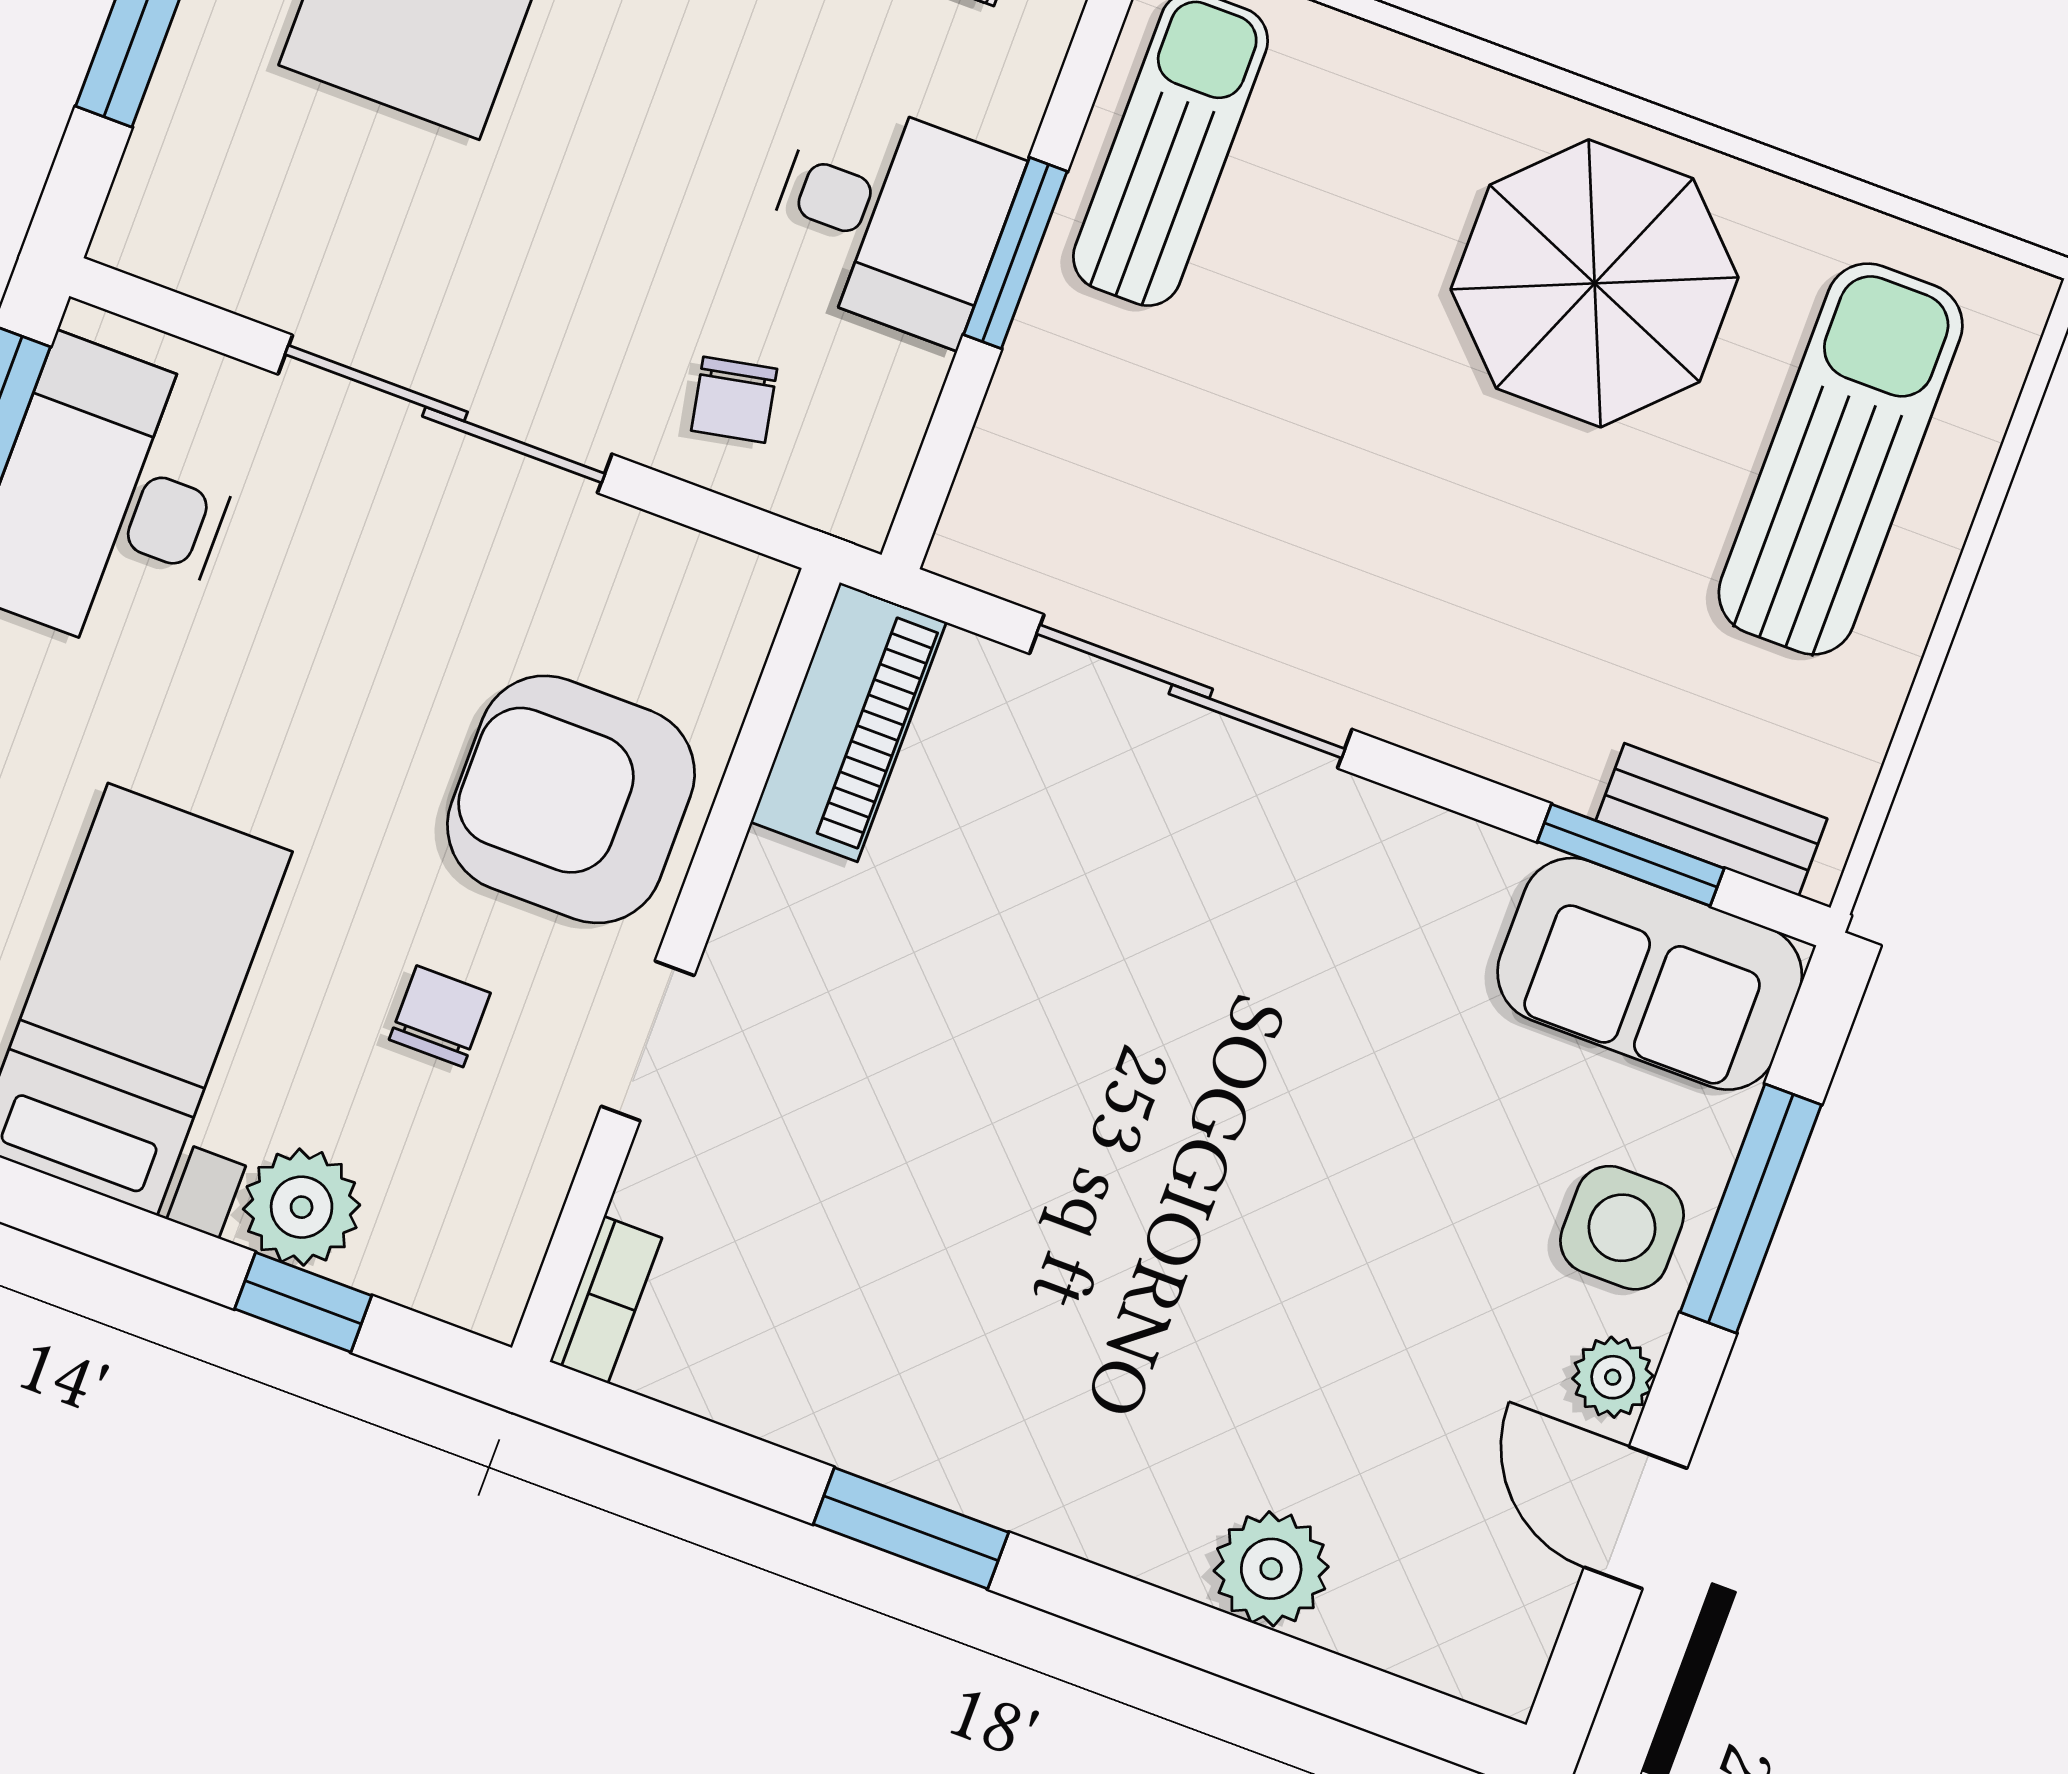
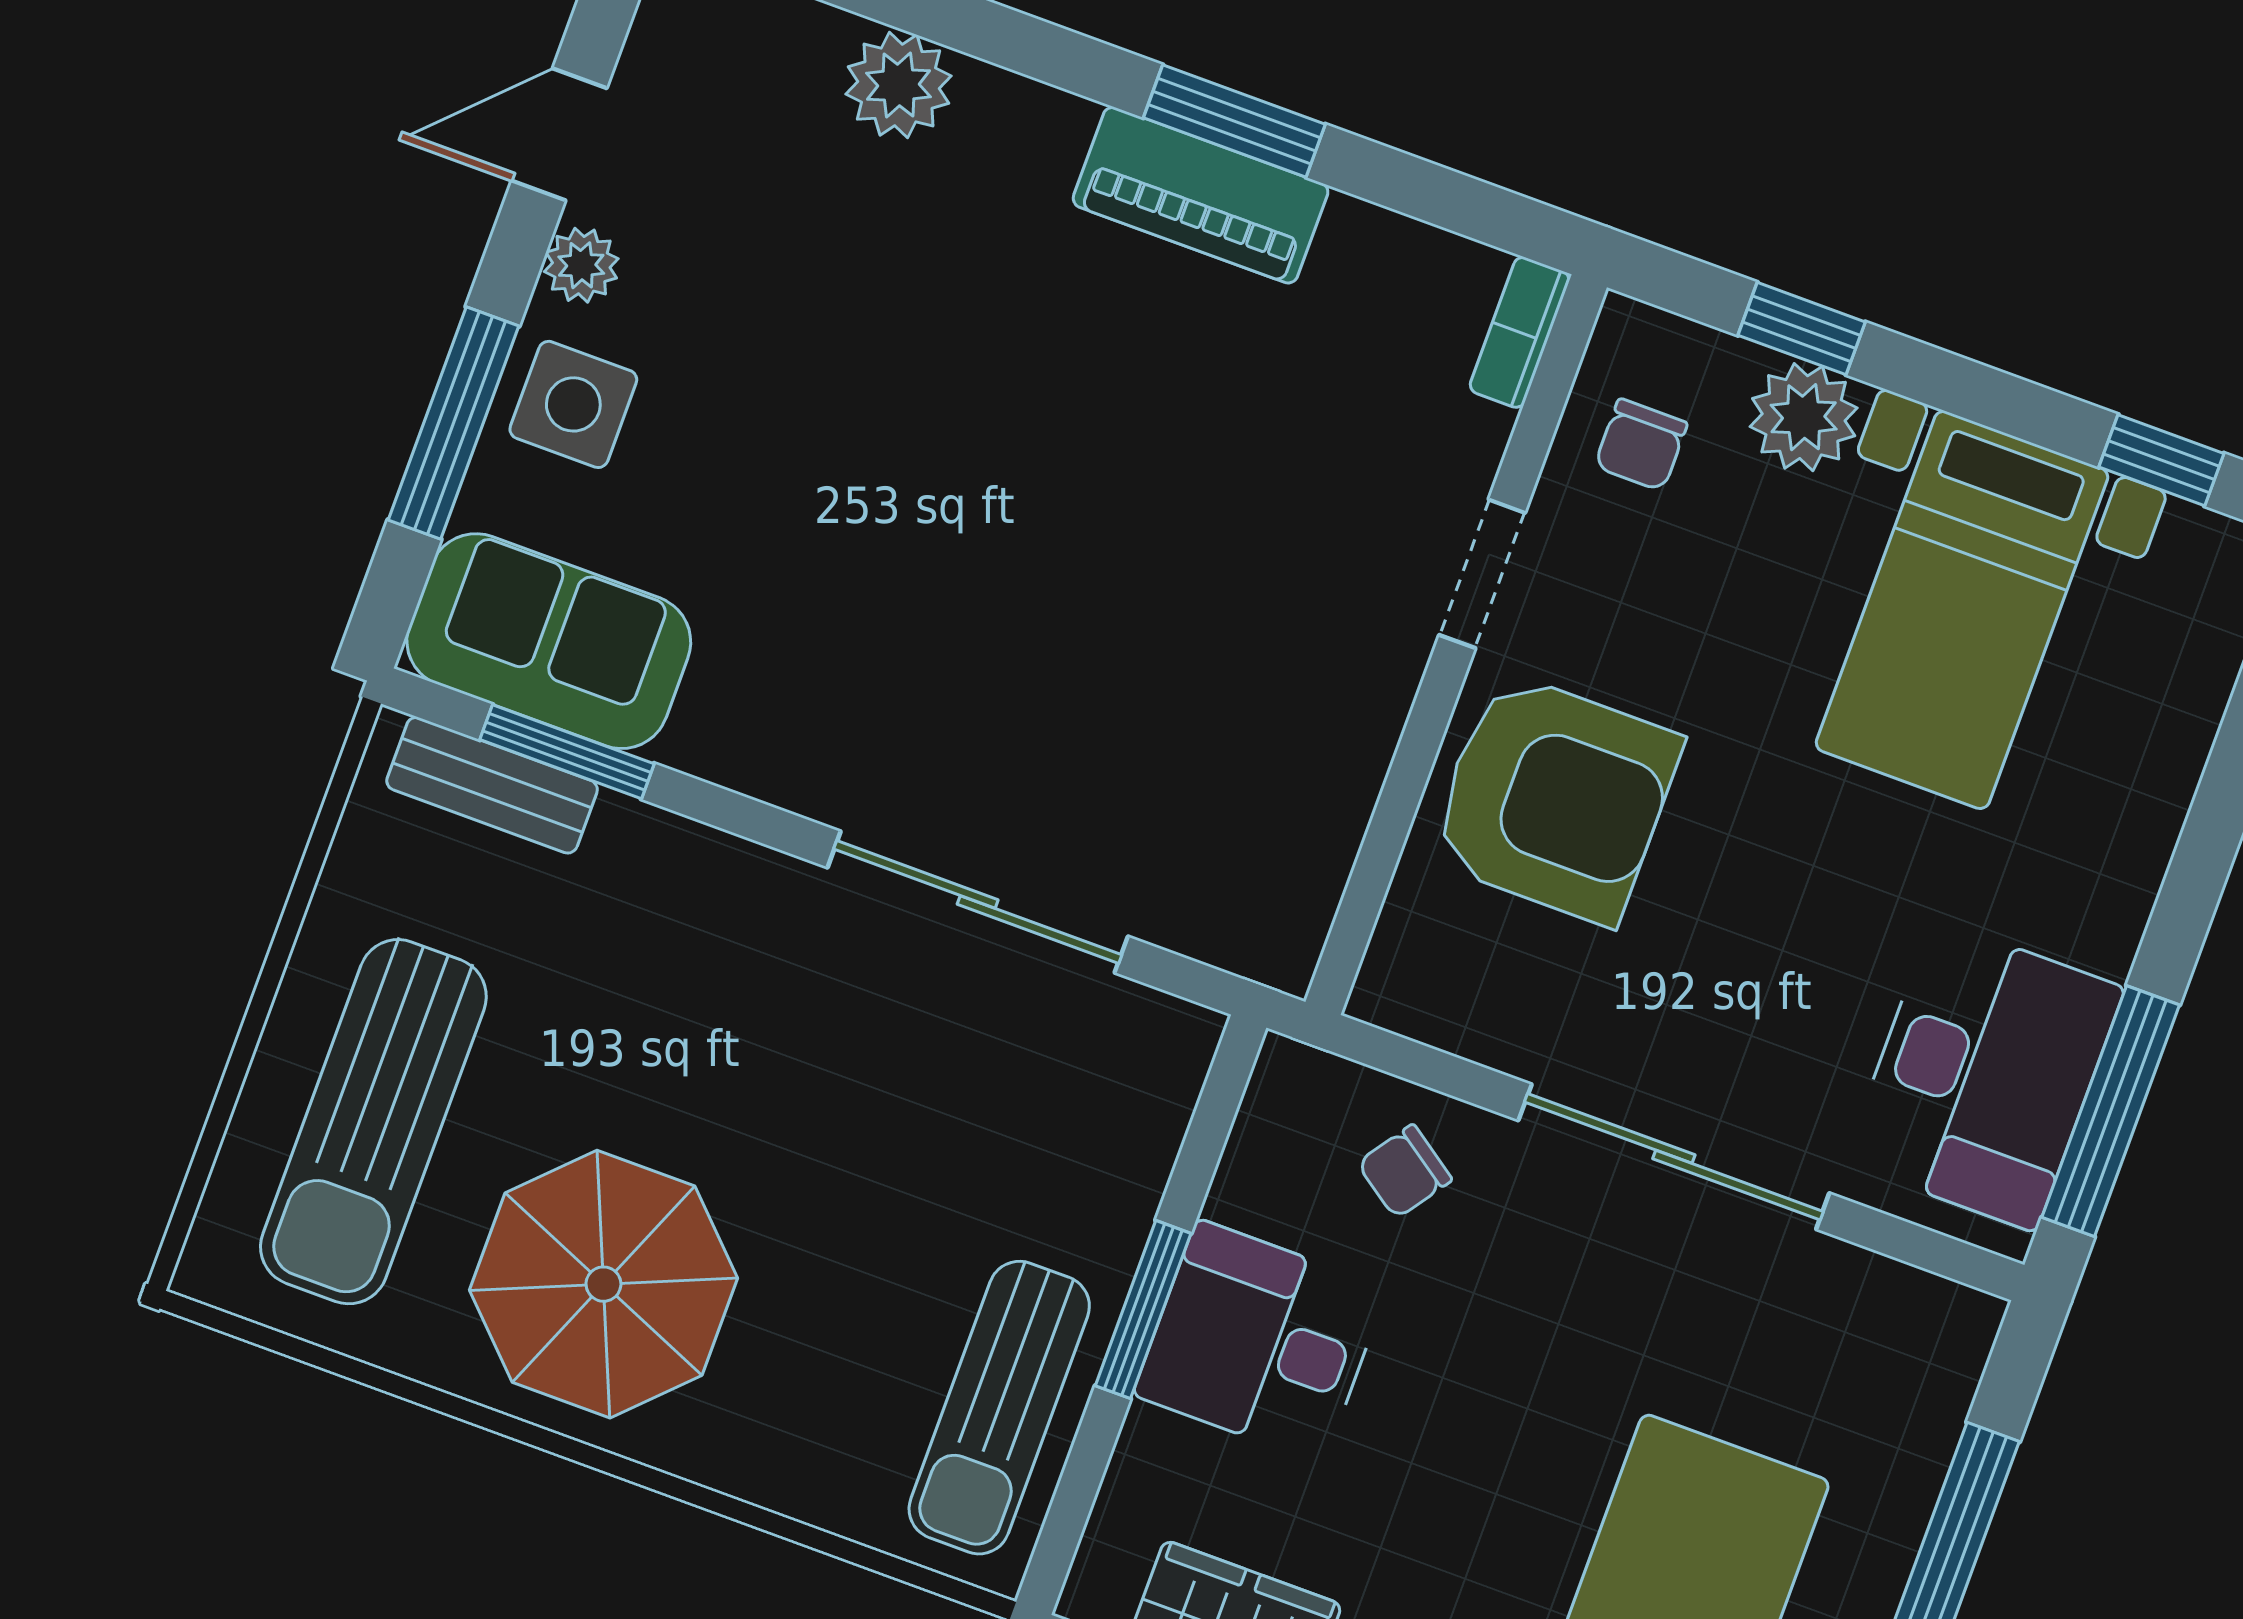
chair: (734, 400) -> (1405, 1171), turned -134
piano: (848, 722) -> (1201, 195), moved, turned -90
chair: (440, 1016) -> (1641, 445), moved
door: (1636, 1518) -> (559, 134), swing flipped

